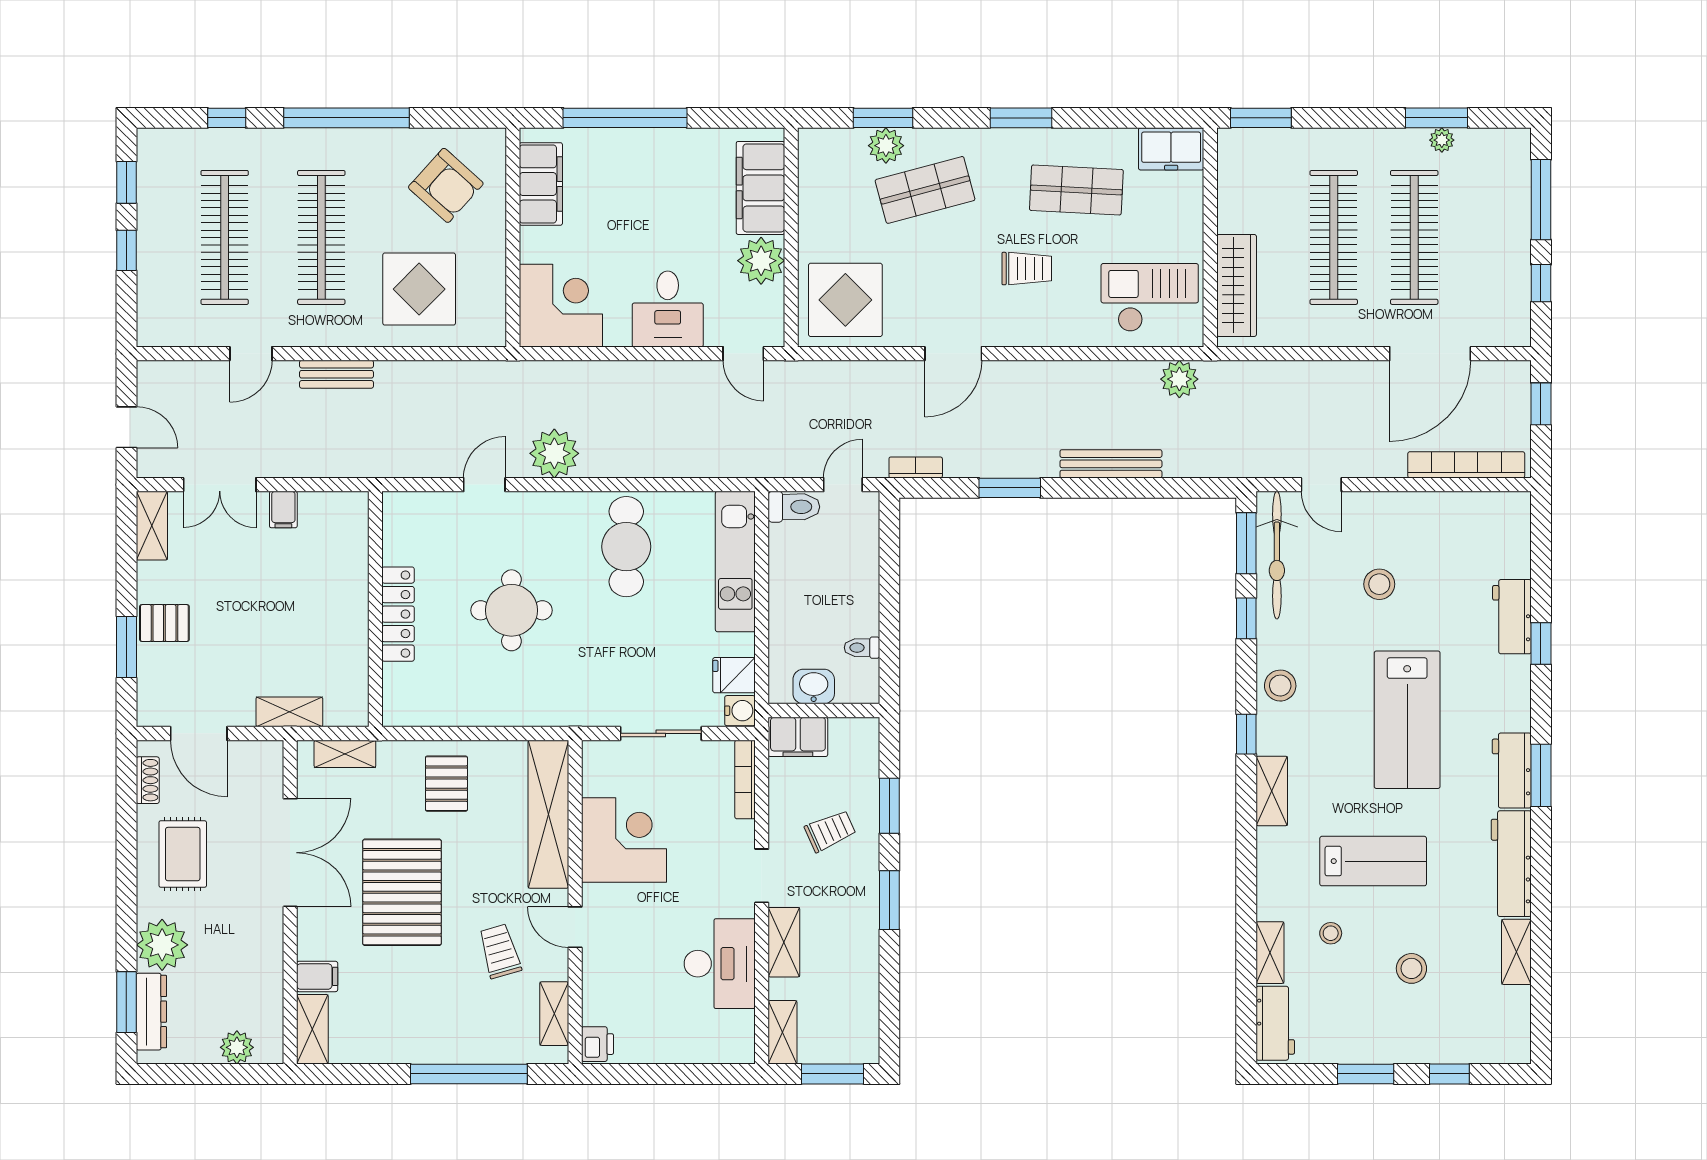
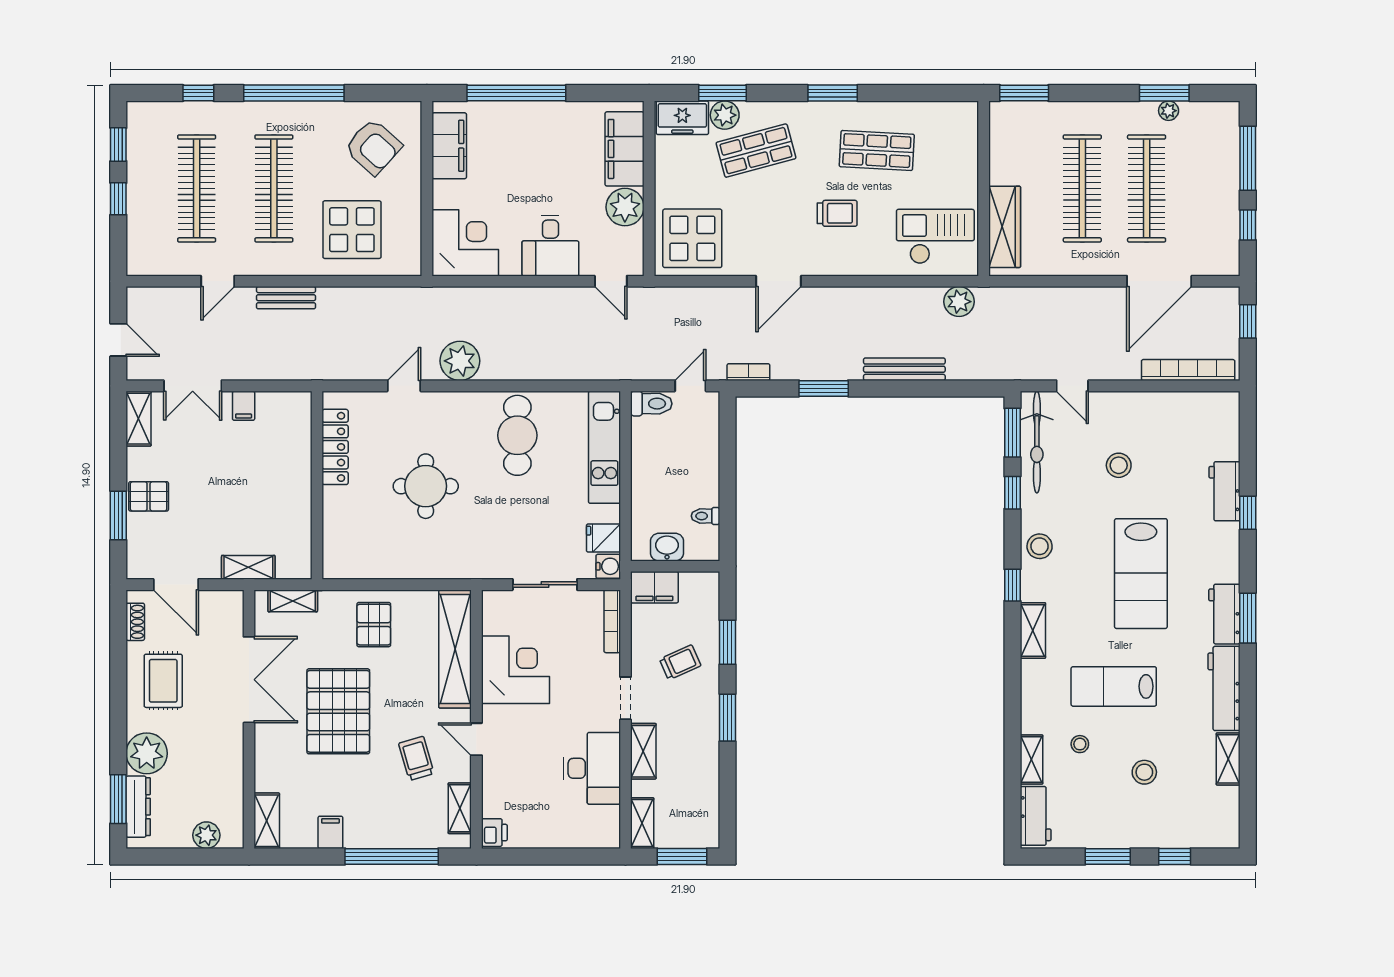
freezer: (1171, 149) -> (682, 118), moved
locker: (398, 614) -> (335, 447), moved
lab bench: (1373, 861) -> (1114, 686), turned 180
filing cabinet: (317, 976) -> (330, 832), moved, turned -90

